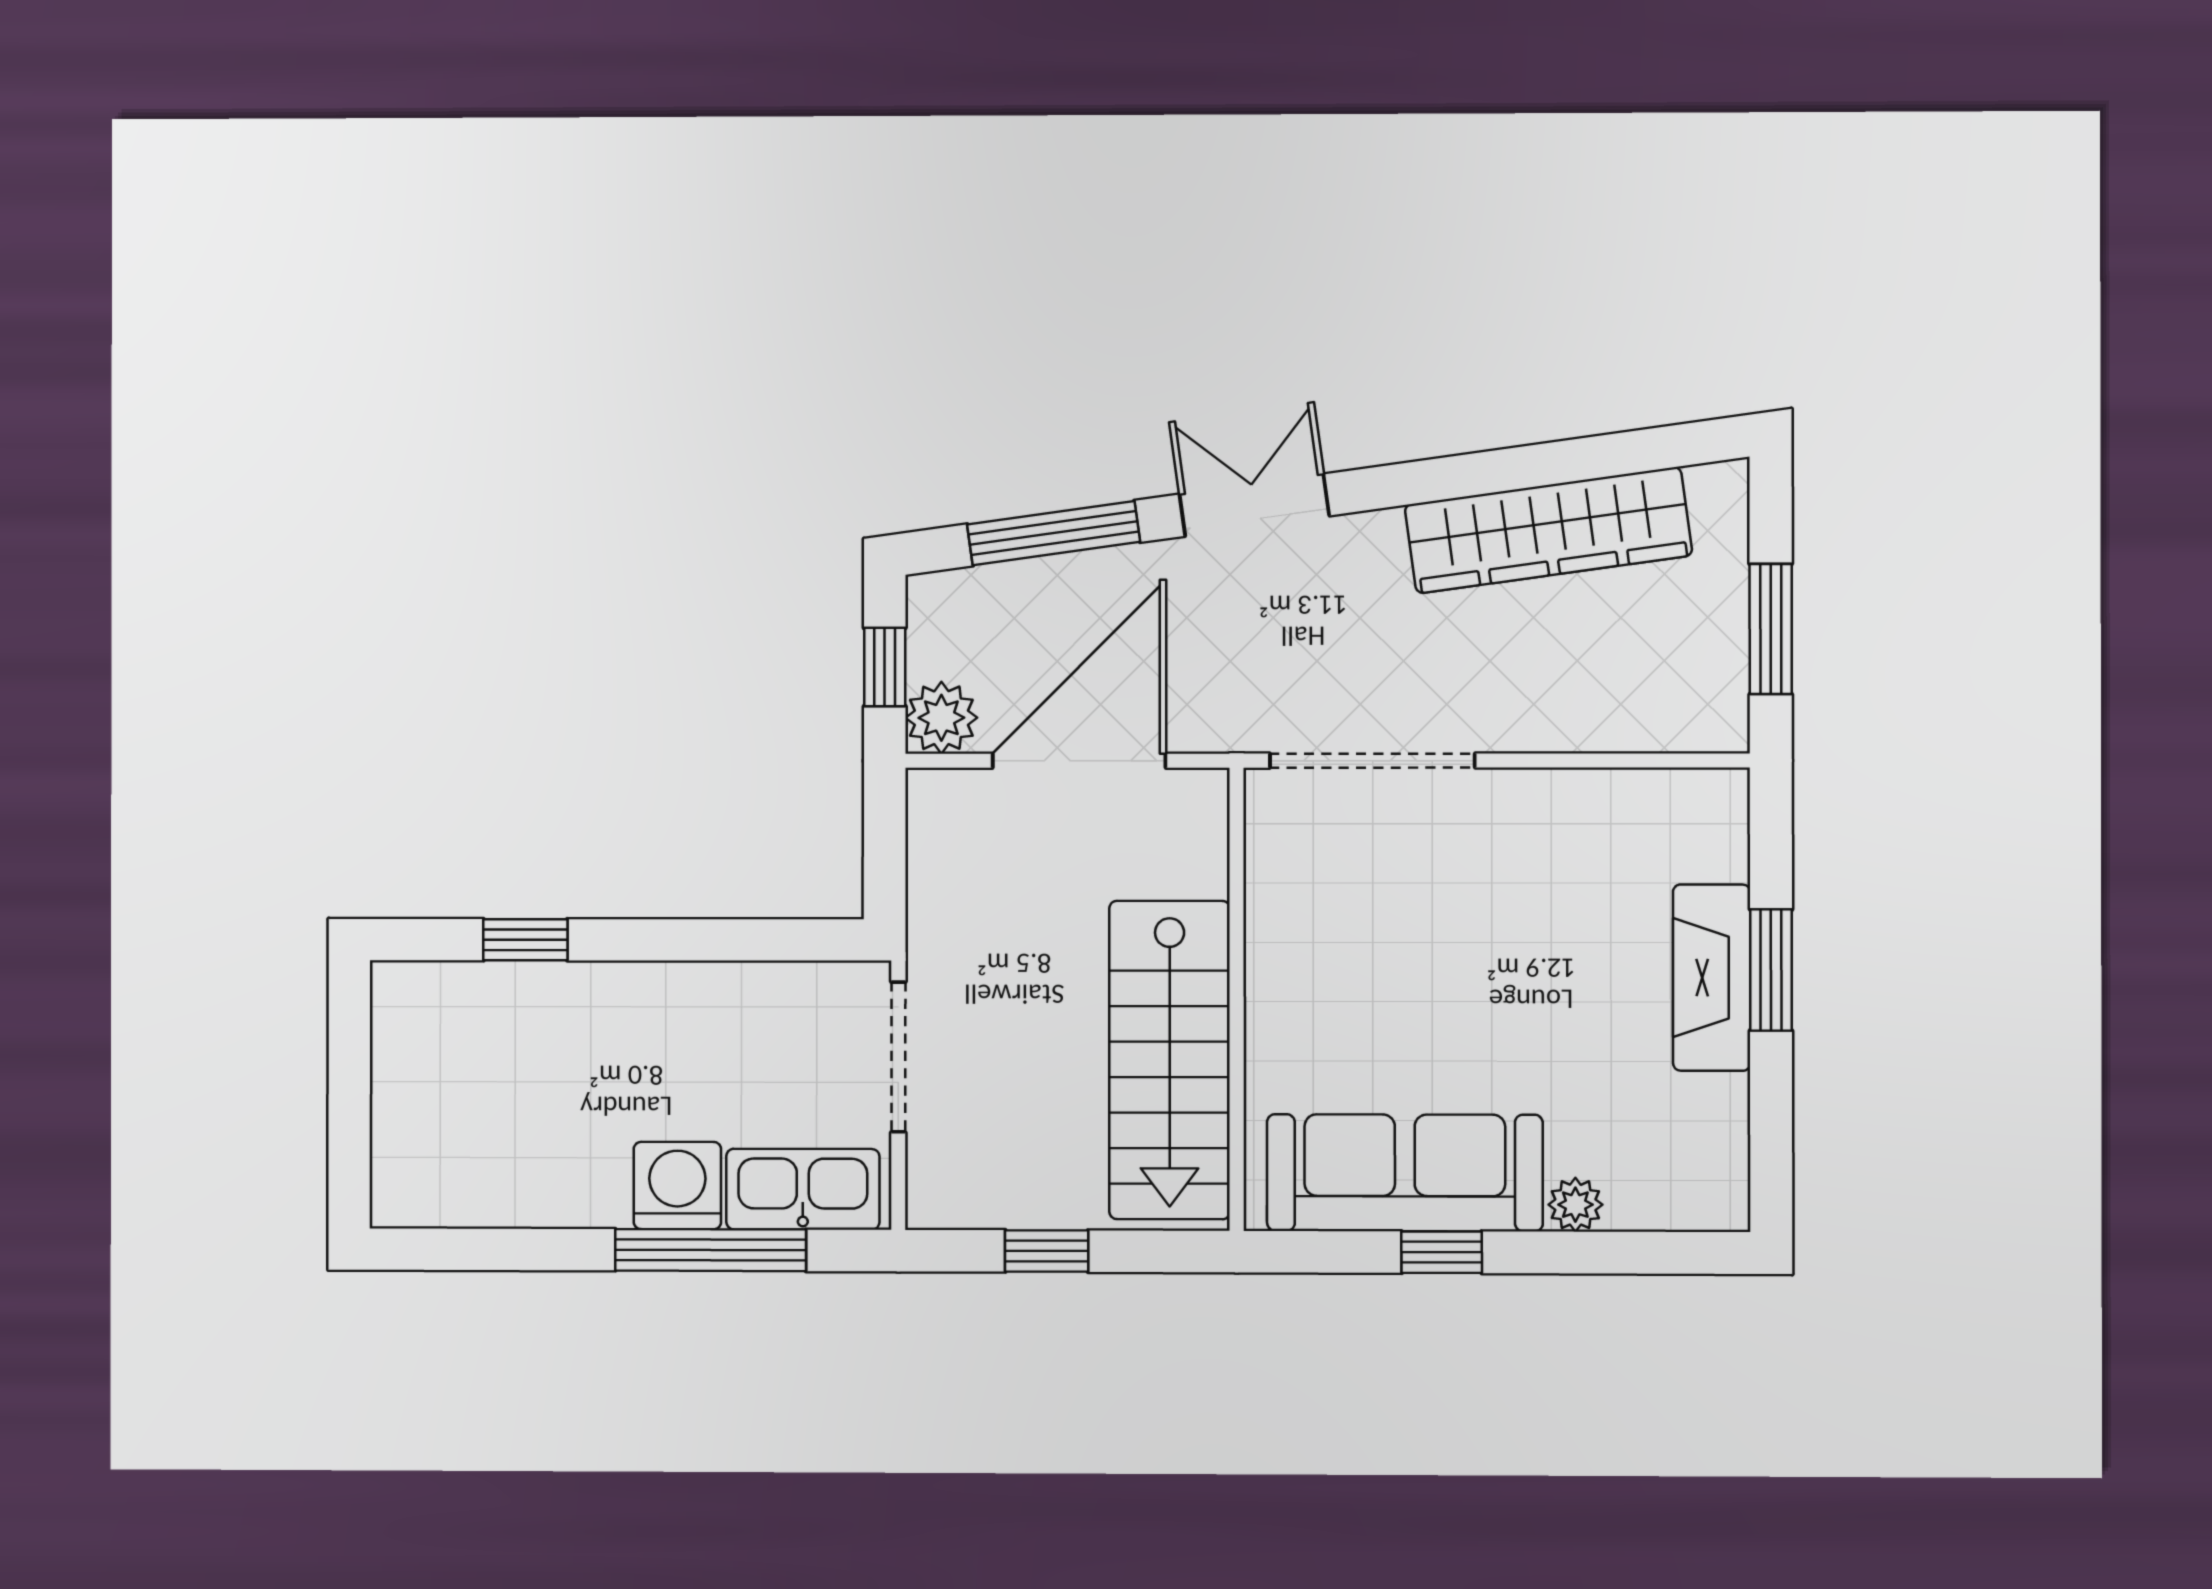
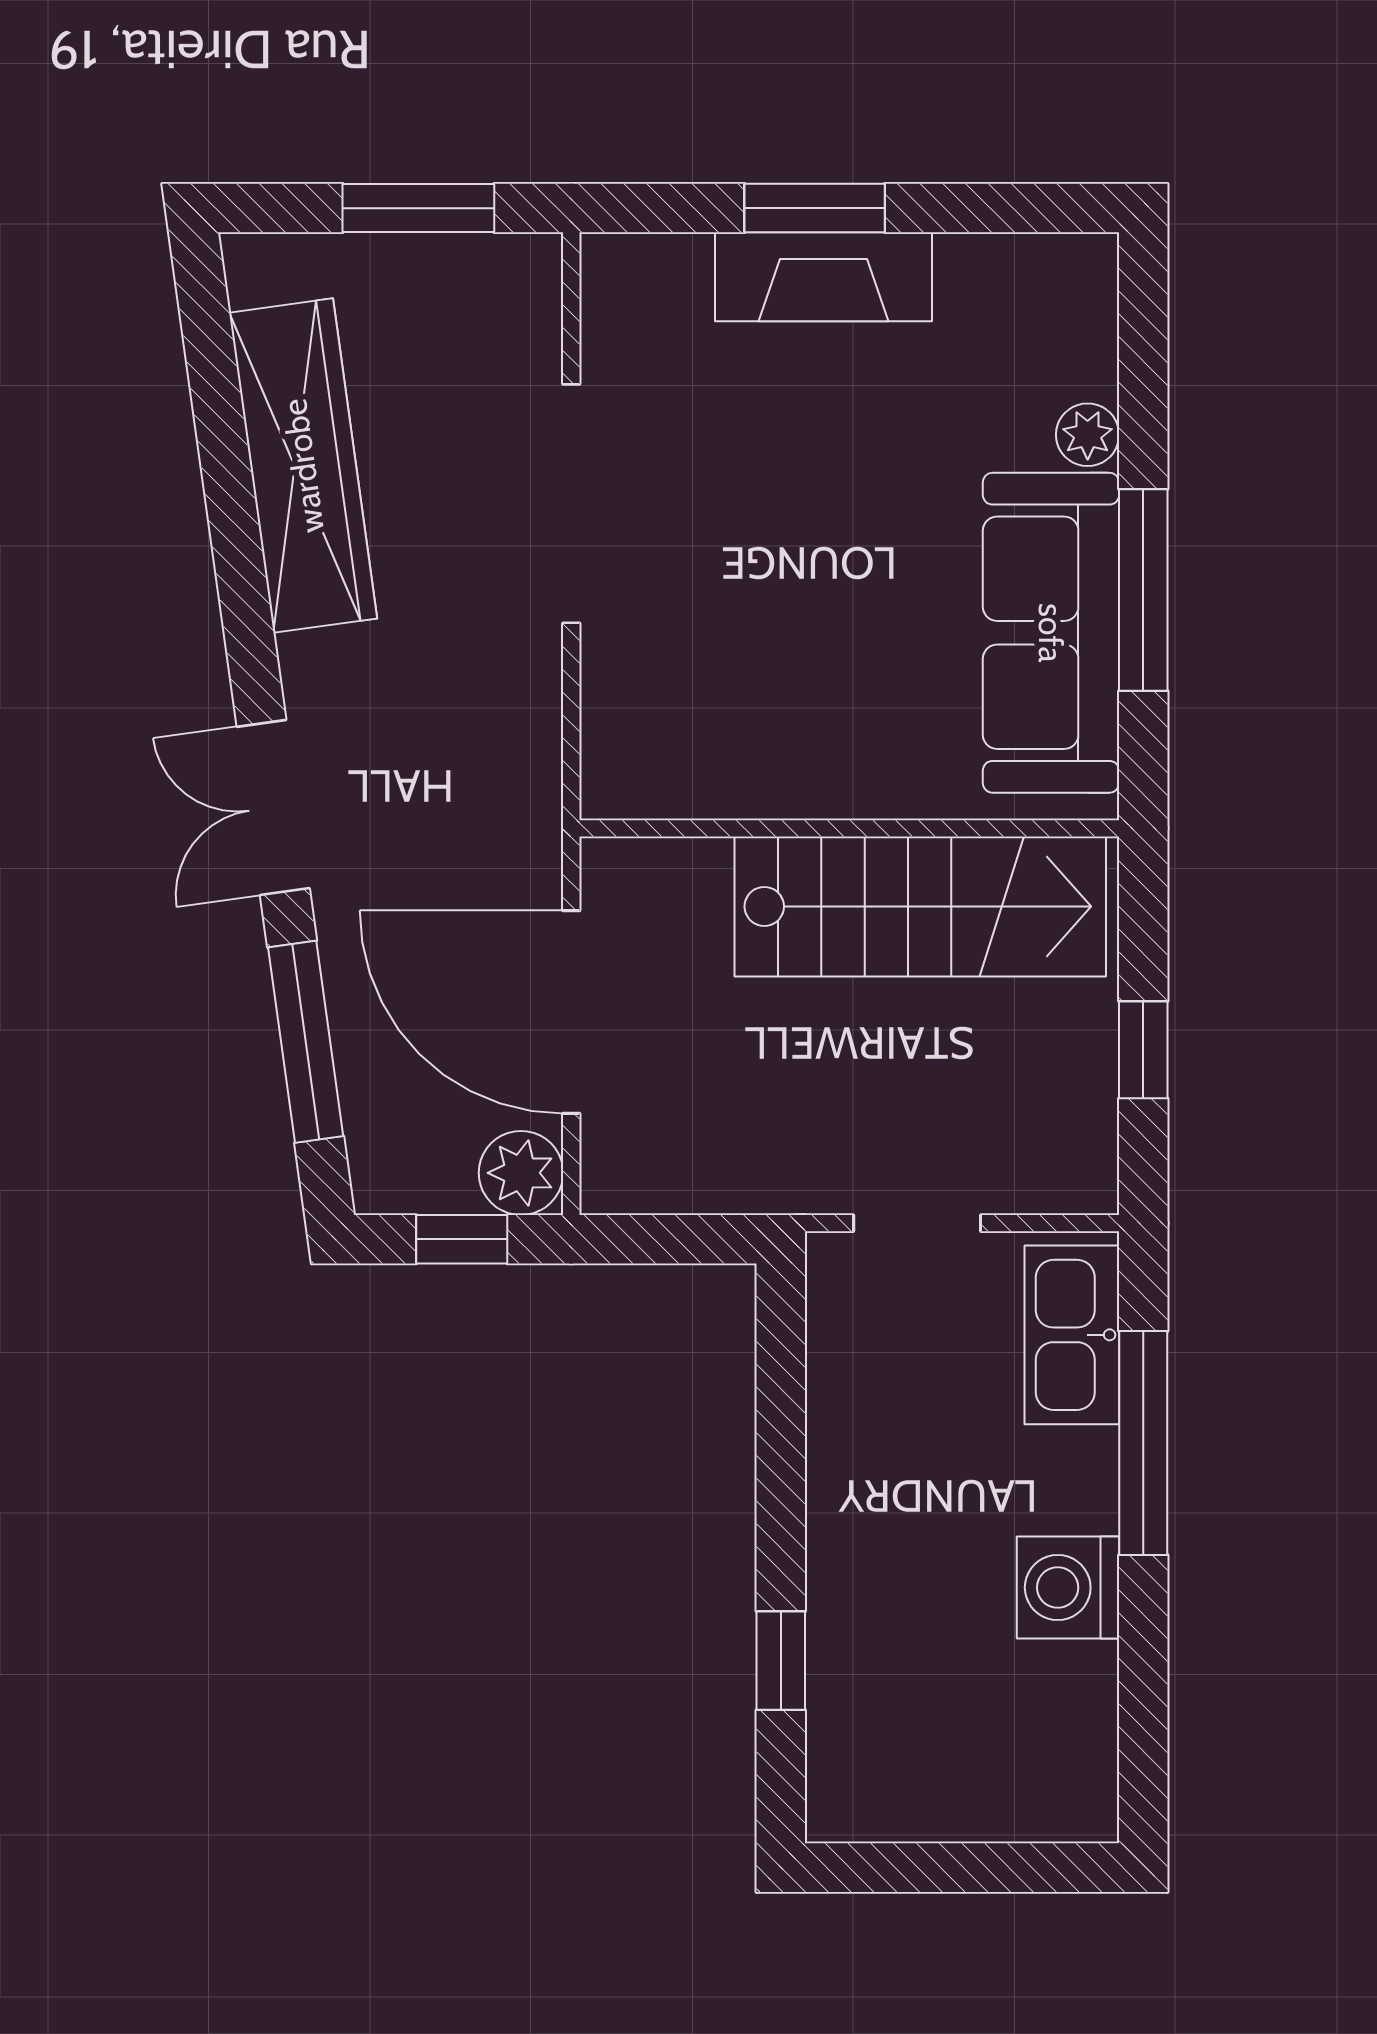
doorway: (1372, 761) -> (571, 504), moved
doorway: (898, 1057) -> (917, 1223), width x0.73
washing machine: (677, 1186) -> (1068, 1588), moved
window: (1442, 1252) -> (1143, 590), width x2.17

